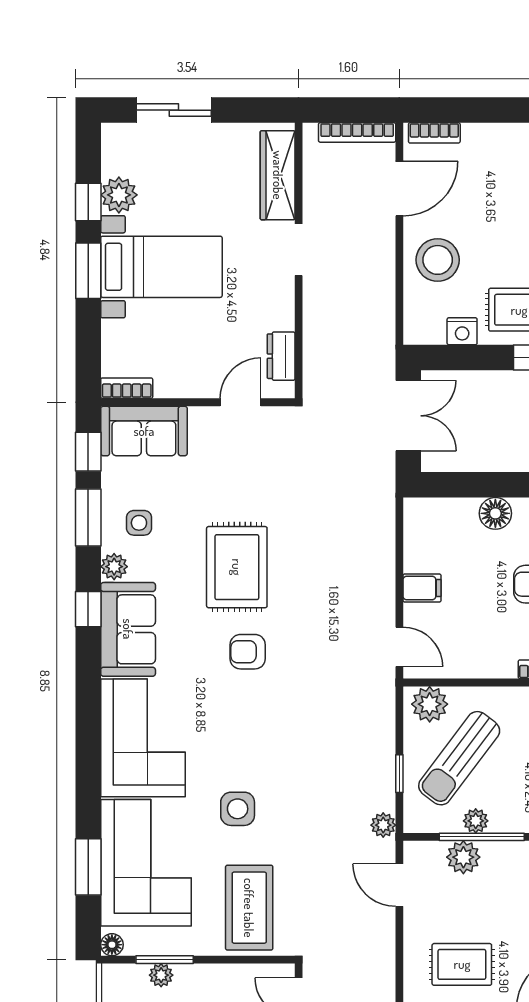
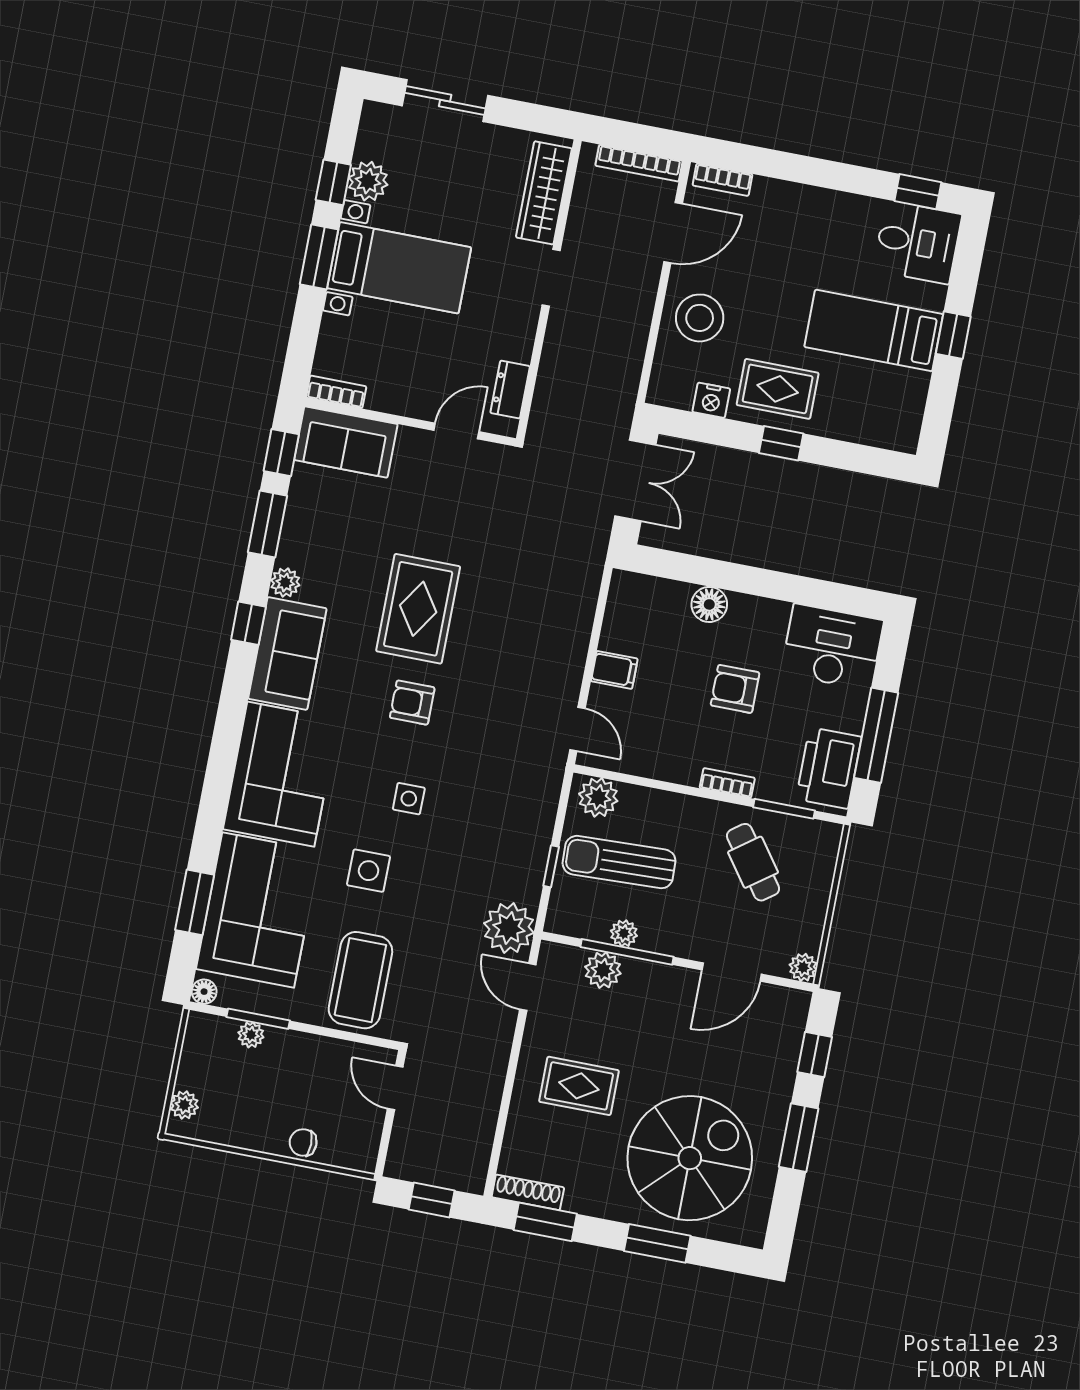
side table: (139, 523) -> (409, 799), moved
sun lounger: (459, 758) -> (619, 862), turned 51
plant: (383, 825) -> (509, 928), width x1.88, depth x1.88

